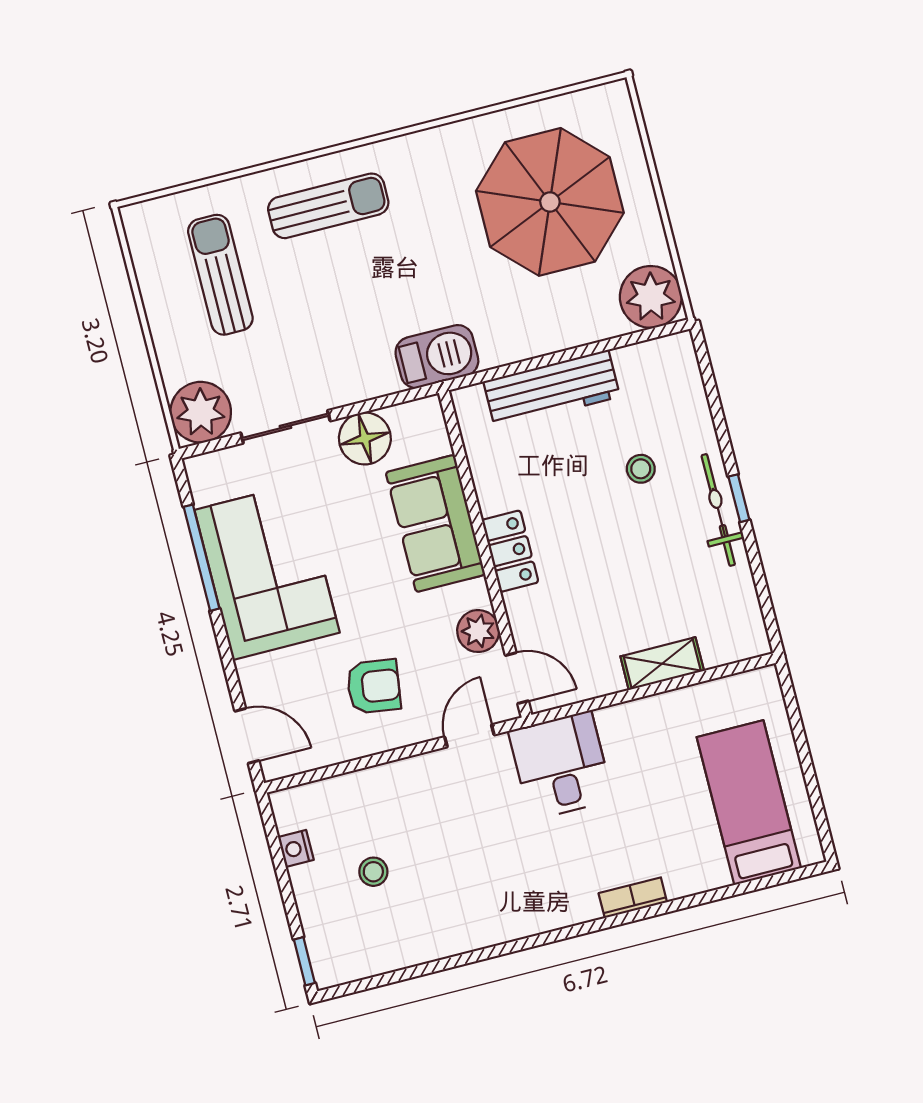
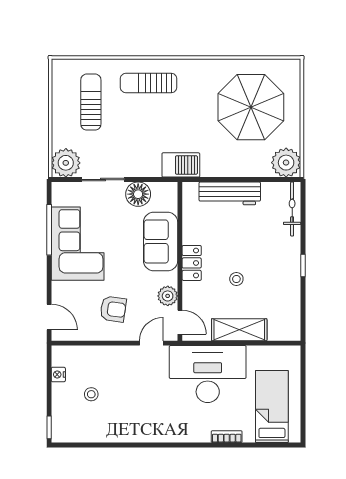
sun lounger: (328, 206) -> (149, 83), turned 180
stool: (641, 469) -> (236, 279), moved
bicycle: (718, 510) -> (292, 209), moved
shelving: (662, 664) -> (239, 330), width x1.50, depth x1.33
desk: (561, 766) -> (208, 374), width x1.87, depth x1.30
bookcase: (633, 898) -> (227, 437), moved

